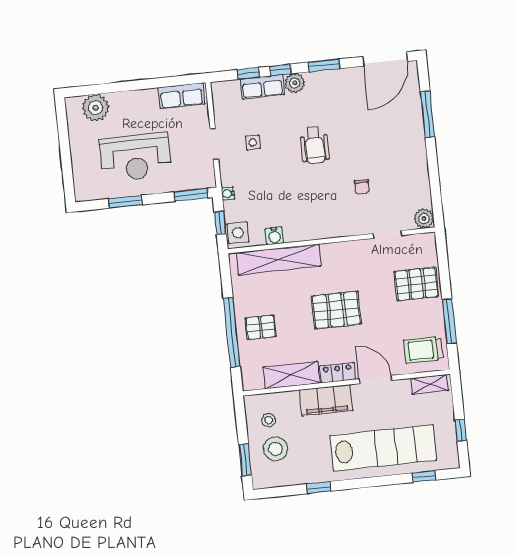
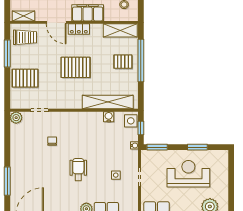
shelving: (292, 375) -> (120, 30), moved

